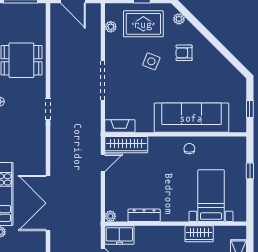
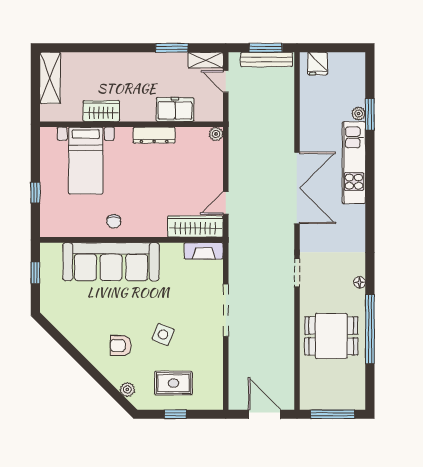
rug: (143, 24) -> (173, 383), width x0.73, depth x0.70
plant: (111, 27) -> (216, 379), removed
armchair: (184, 53) -> (121, 346), turned 180
double door: (48, 203) -> (297, 188), moved
dresser: (144, 215) -> (154, 135), moved
freezer: (119, 235) -> (175, 109), moved

